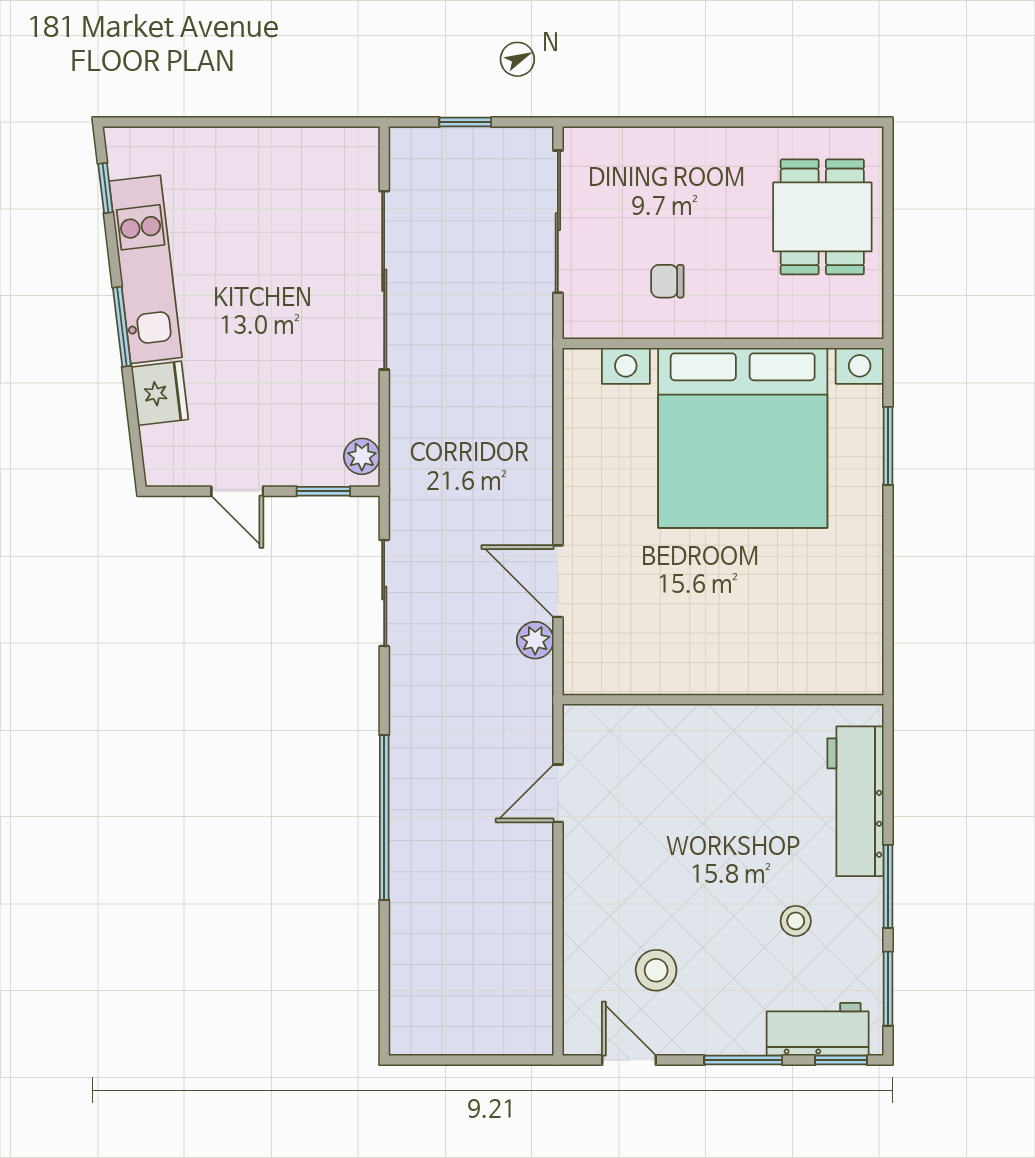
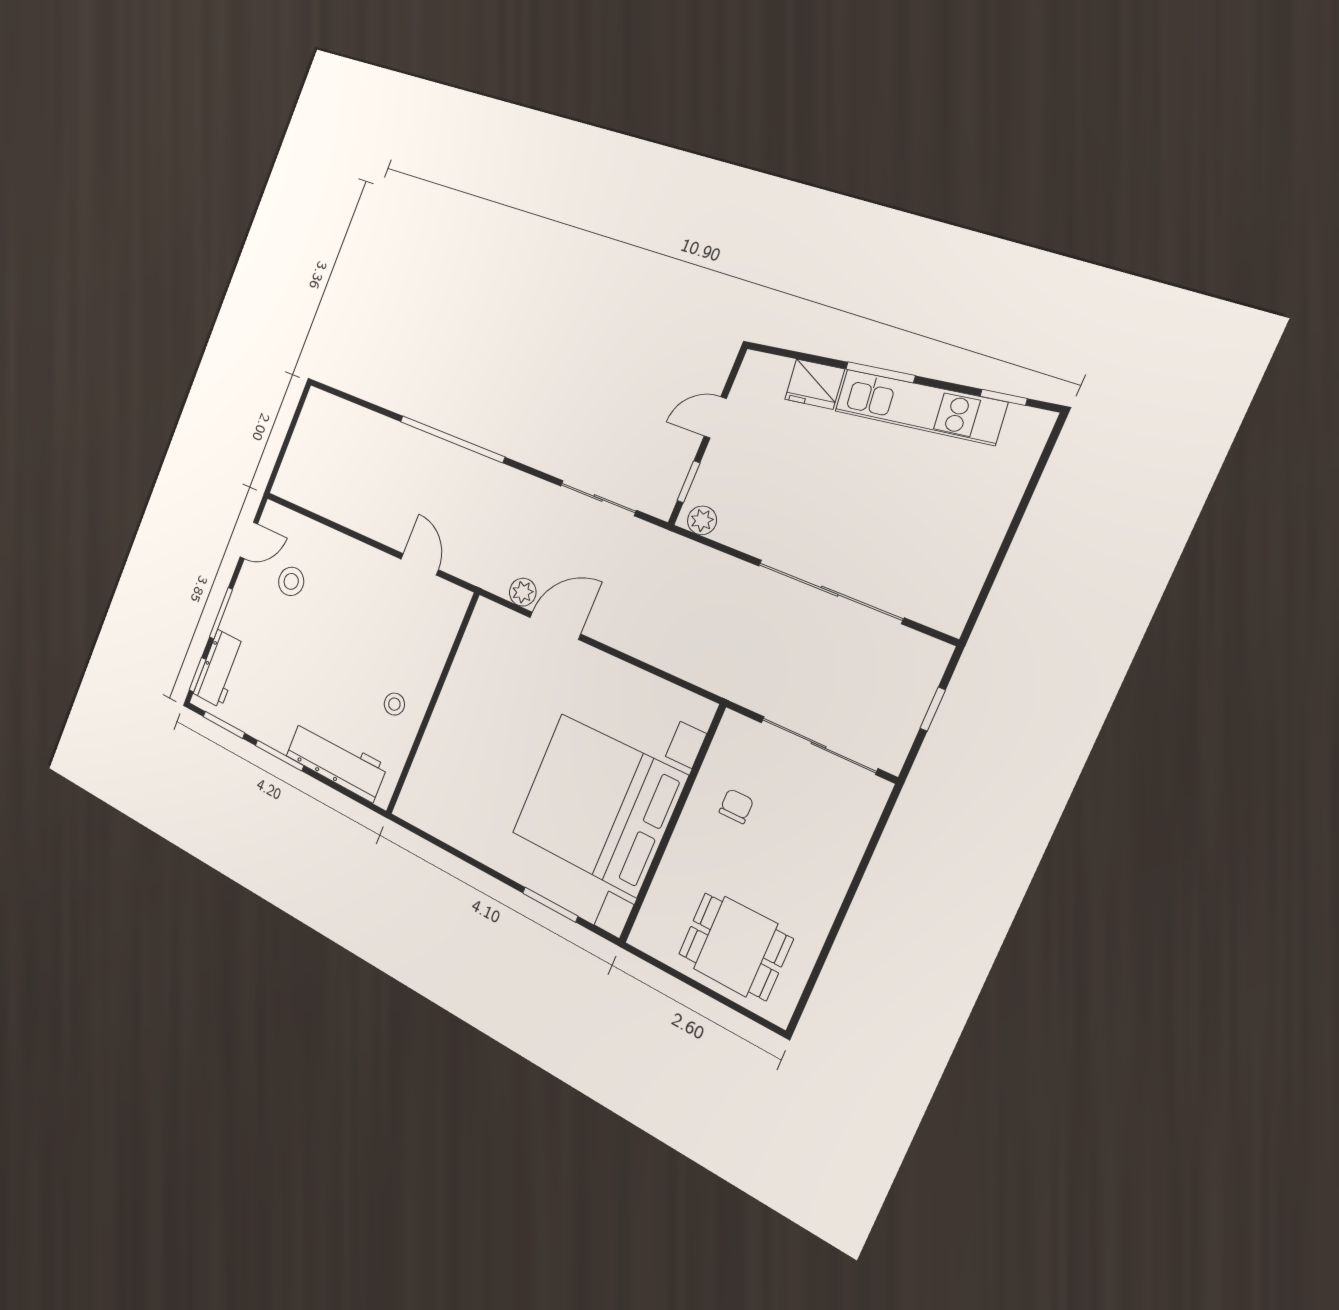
stool: (796, 921) -> (394, 704), moved

